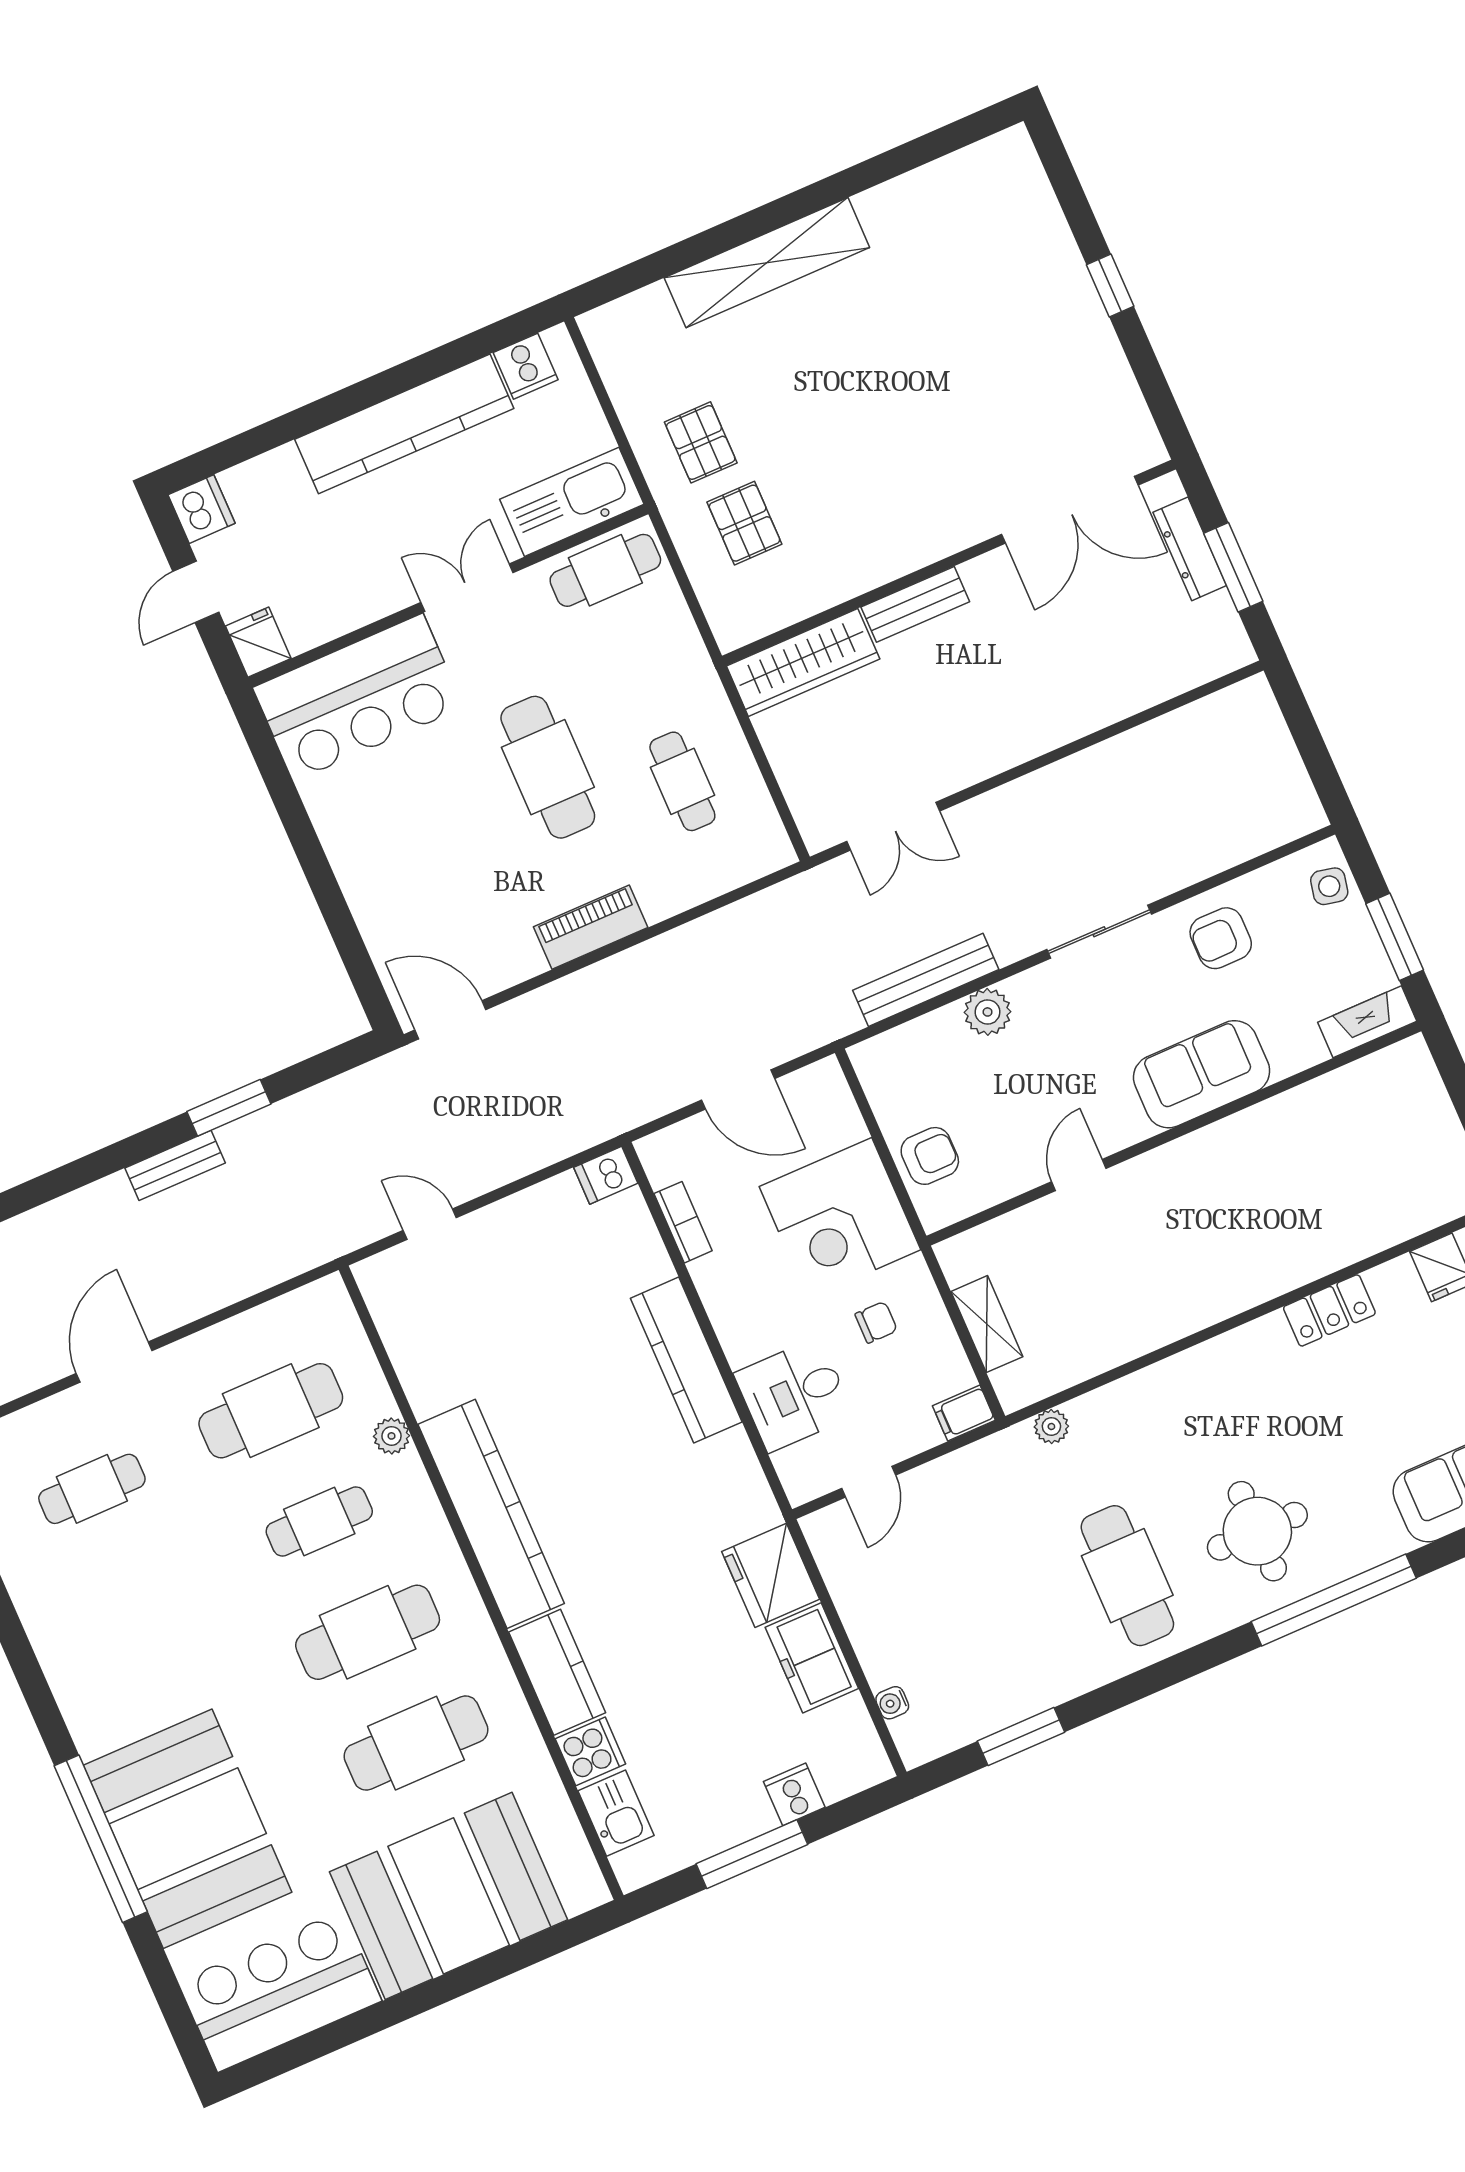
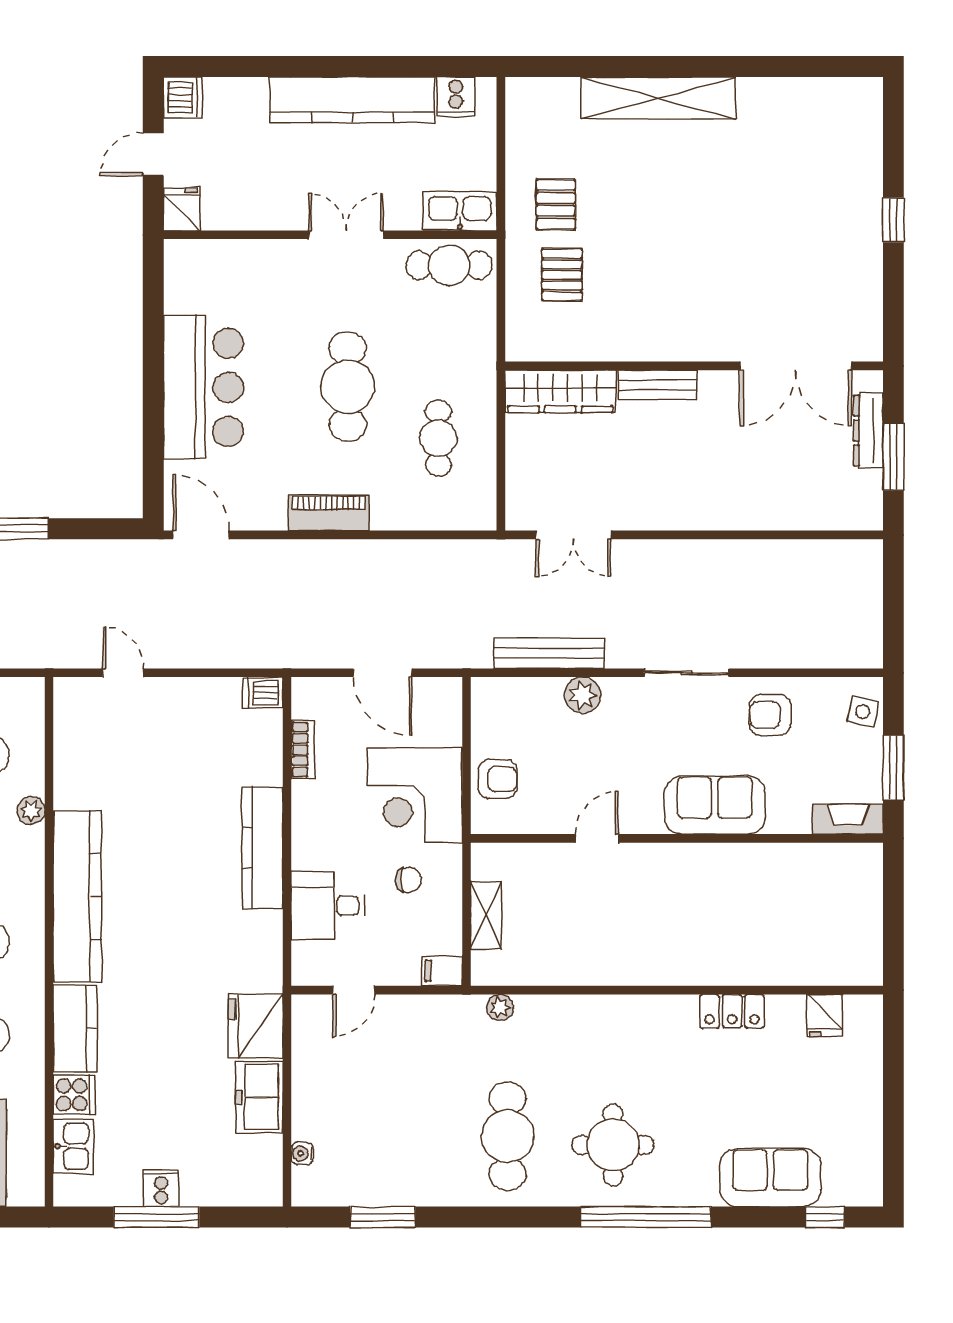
kitchen sink: (572, 502) -> (460, 211), width x0.73, depth x0.81
bar counter: (358, 697) -> (203, 387), moved, turned -90
cooker: (794, 1794) -> (161, 1188), moved

